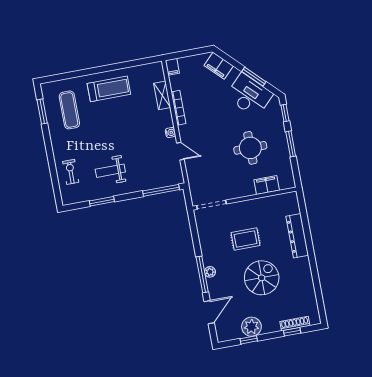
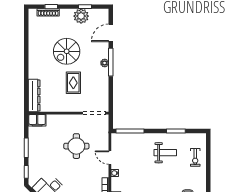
round table: (250, 148) -> (76, 146), moved
filing cabinet: (267, 185) -> (37, 120), moved
dresser: (297, 236) -> (34, 96), moved
rug: (246, 239) -> (73, 83), turned 90

